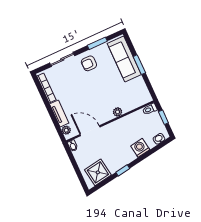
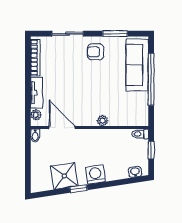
window: (139, 65) -> (151, 79), width x2.11
washing machine: (140, 148) -> (95, 175), moved
shower: (98, 172) -> (64, 176), moved

